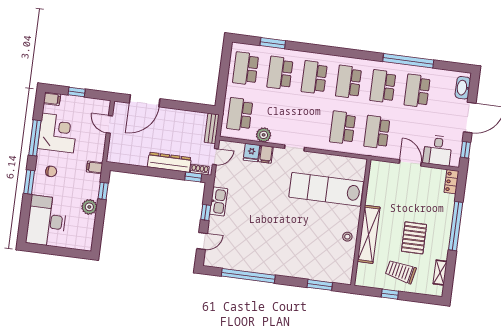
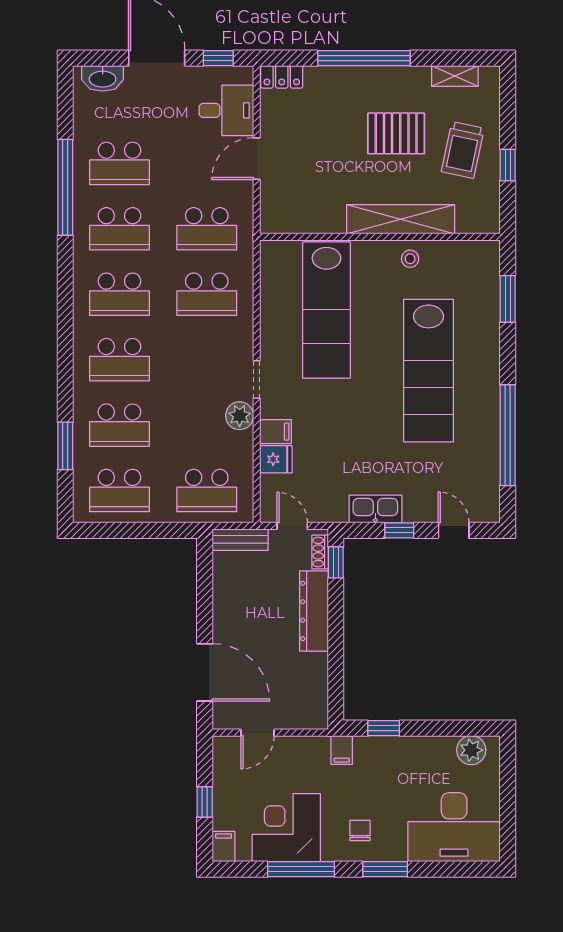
plant: (264, 135) -> (240, 416), moved
plant: (89, 207) -> (471, 750), moved
lab bench: (287, 239) -> (429, 371), added

